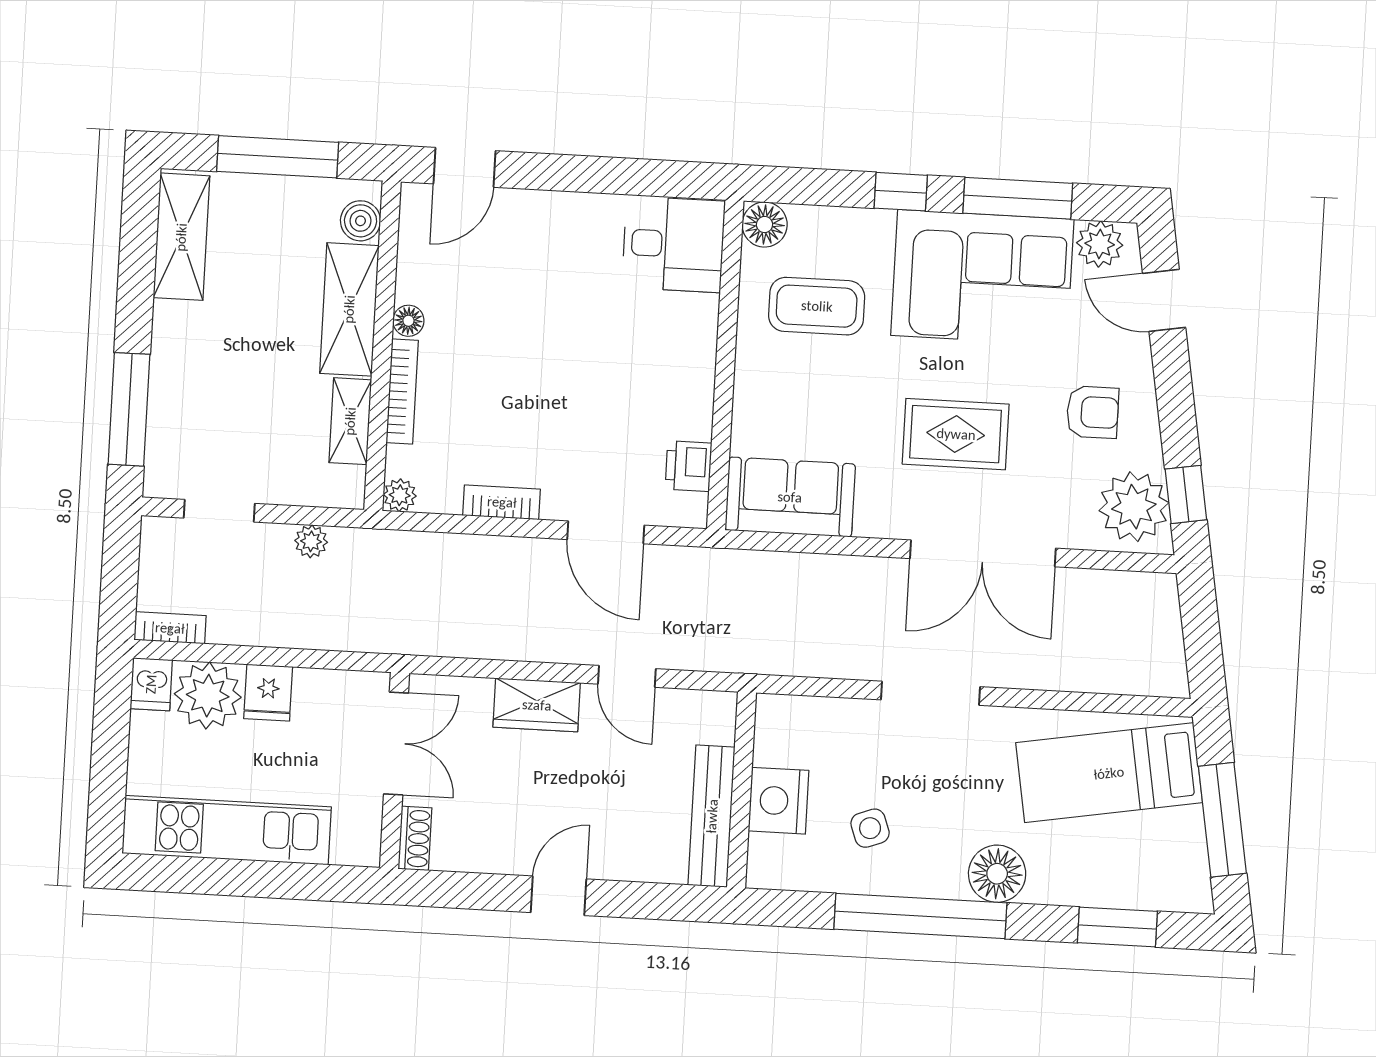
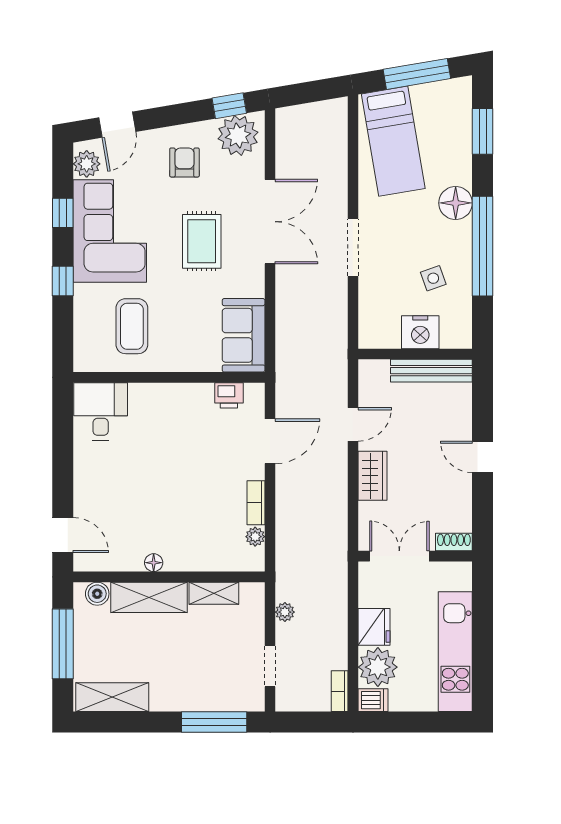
window: (1018, 198) -> (63, 213), width x0.46
floor lamp: (765, 225) -> (86, 359), removed
bookcase: (402, 392) -> (195, 564), removed
plant: (400, 495) -> (255, 537), moved
fridge: (268, 693) -> (374, 627), width x1.38

